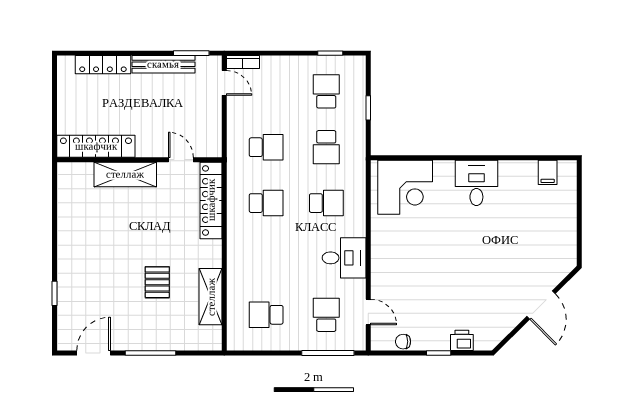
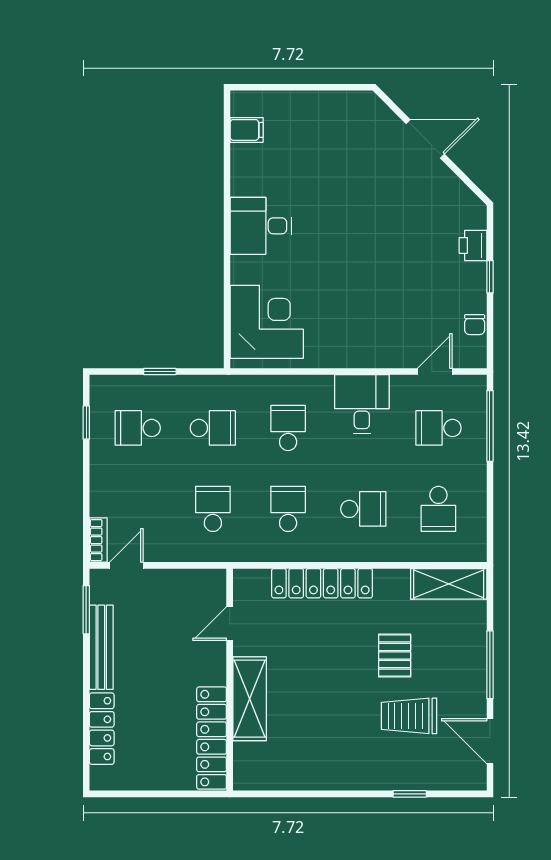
locker: (211, 200) -> (322, 583), moved
school desk: (266, 259) -> (363, 509), added
pallet: (157, 282) -> (395, 656), turned 90
trolley: (112, 293) -> (409, 716), added
shelving: (211, 297) -> (449, 584), moved

